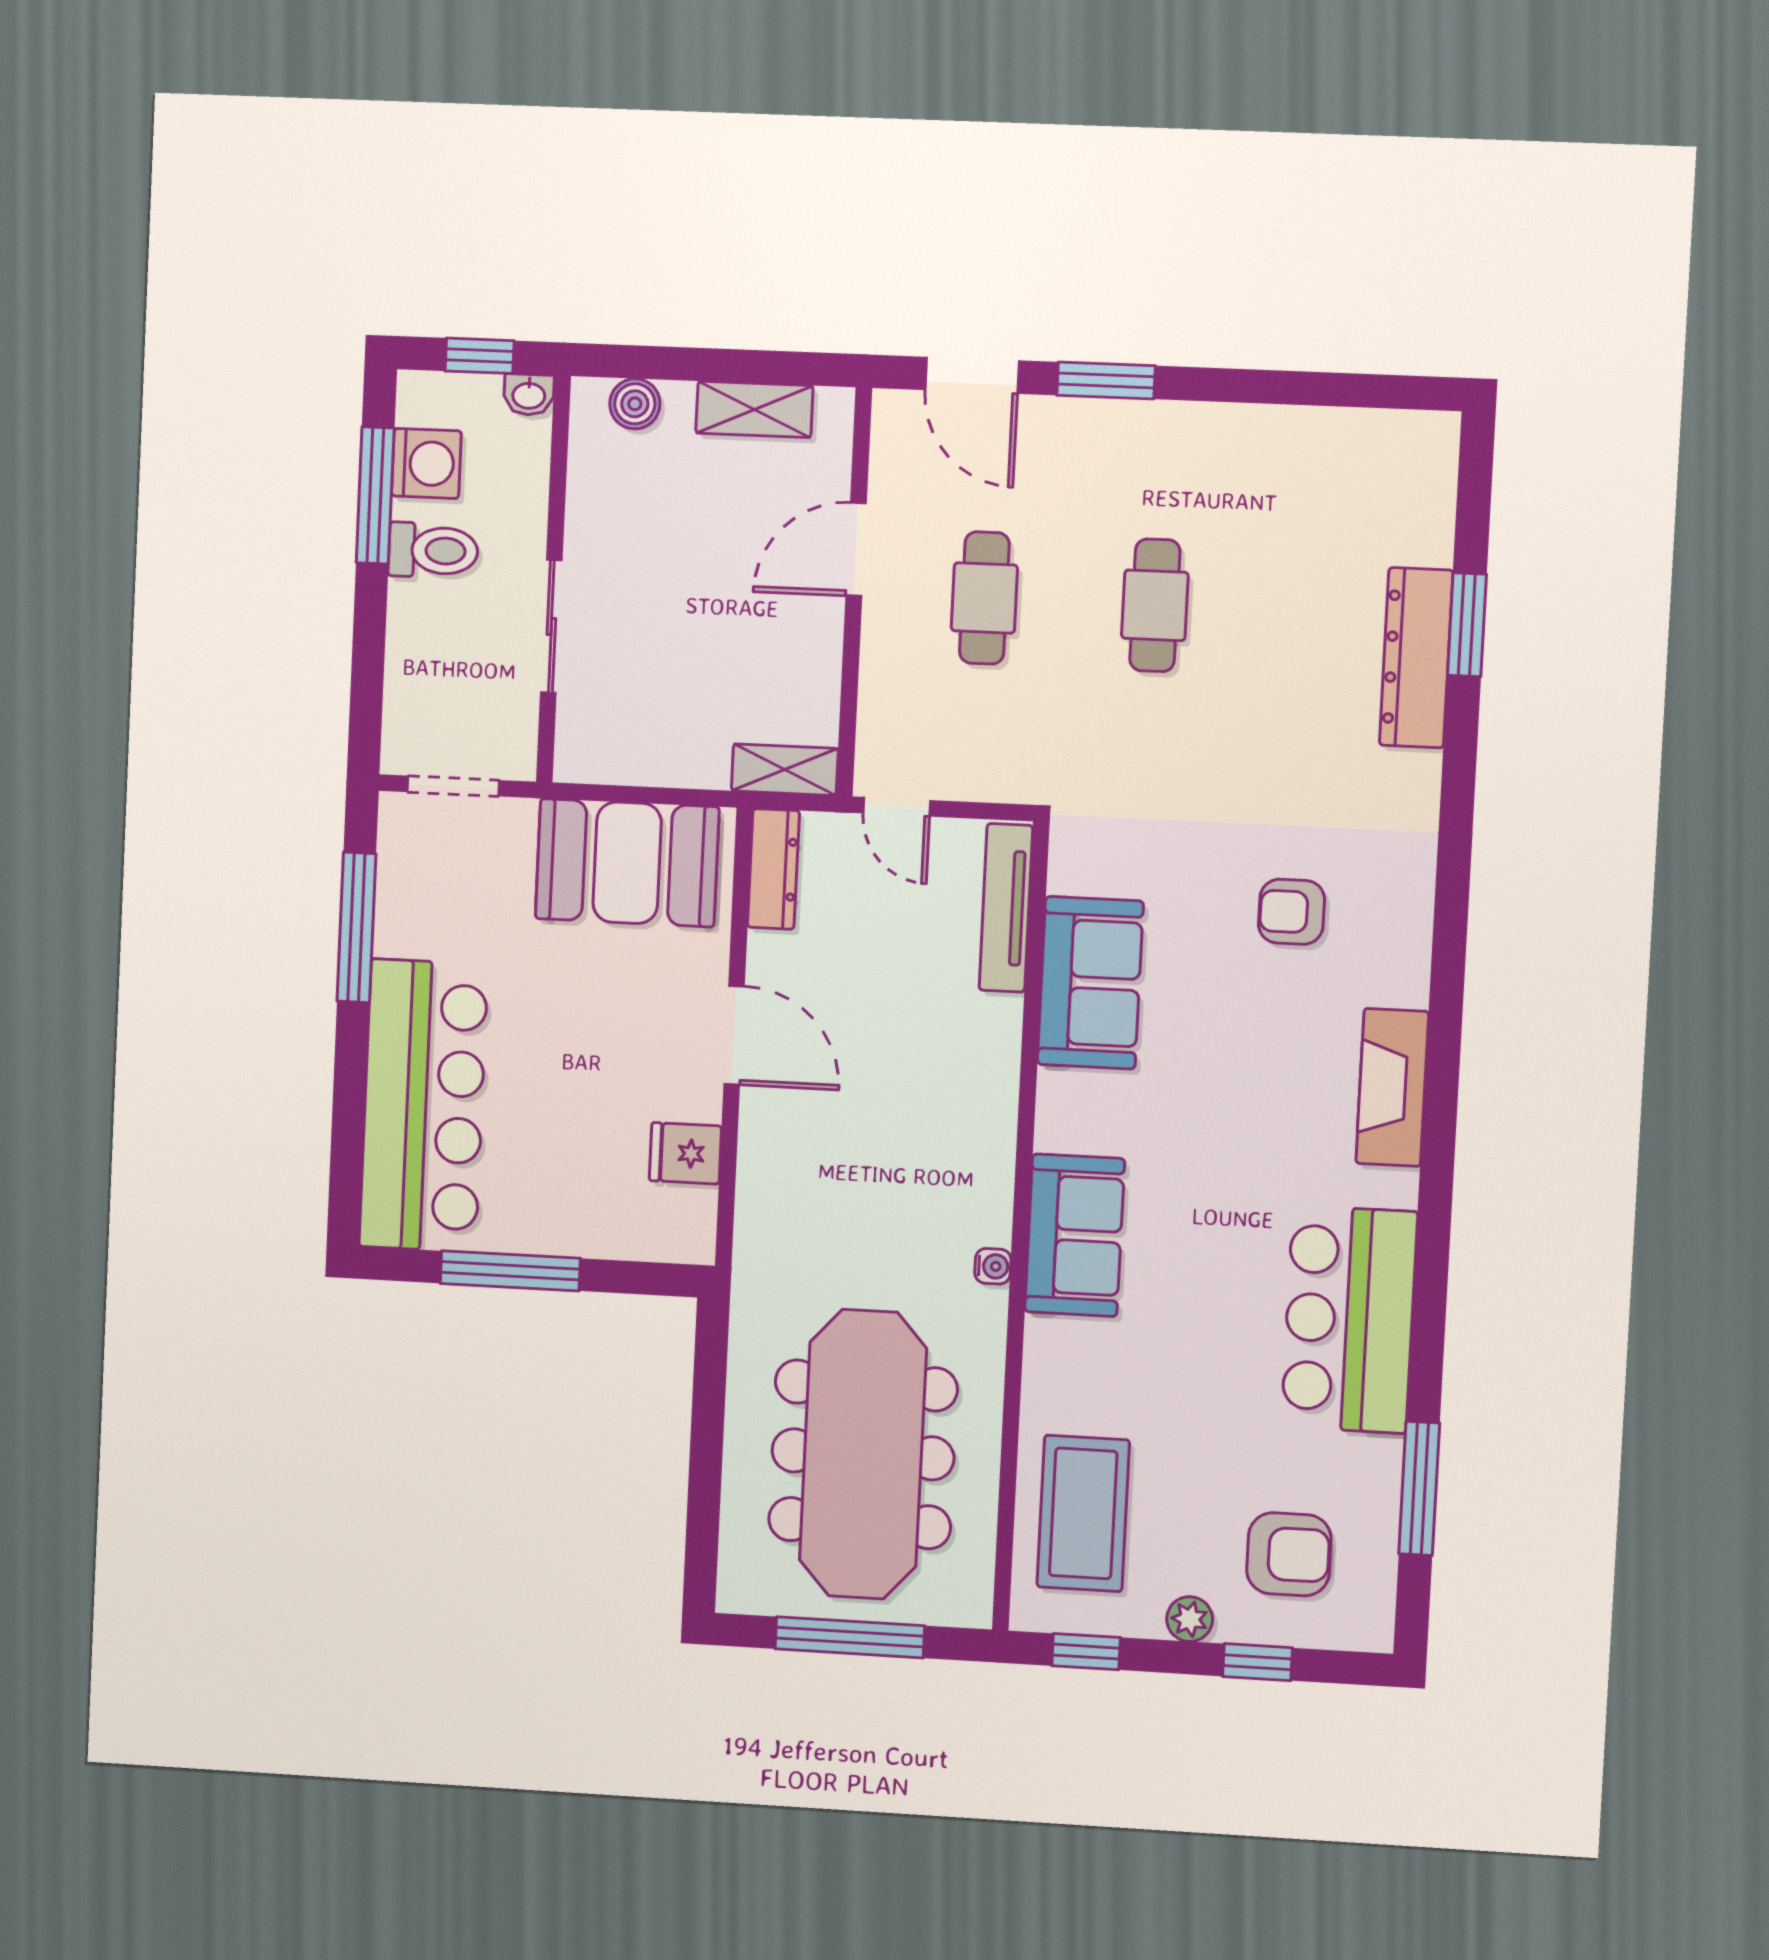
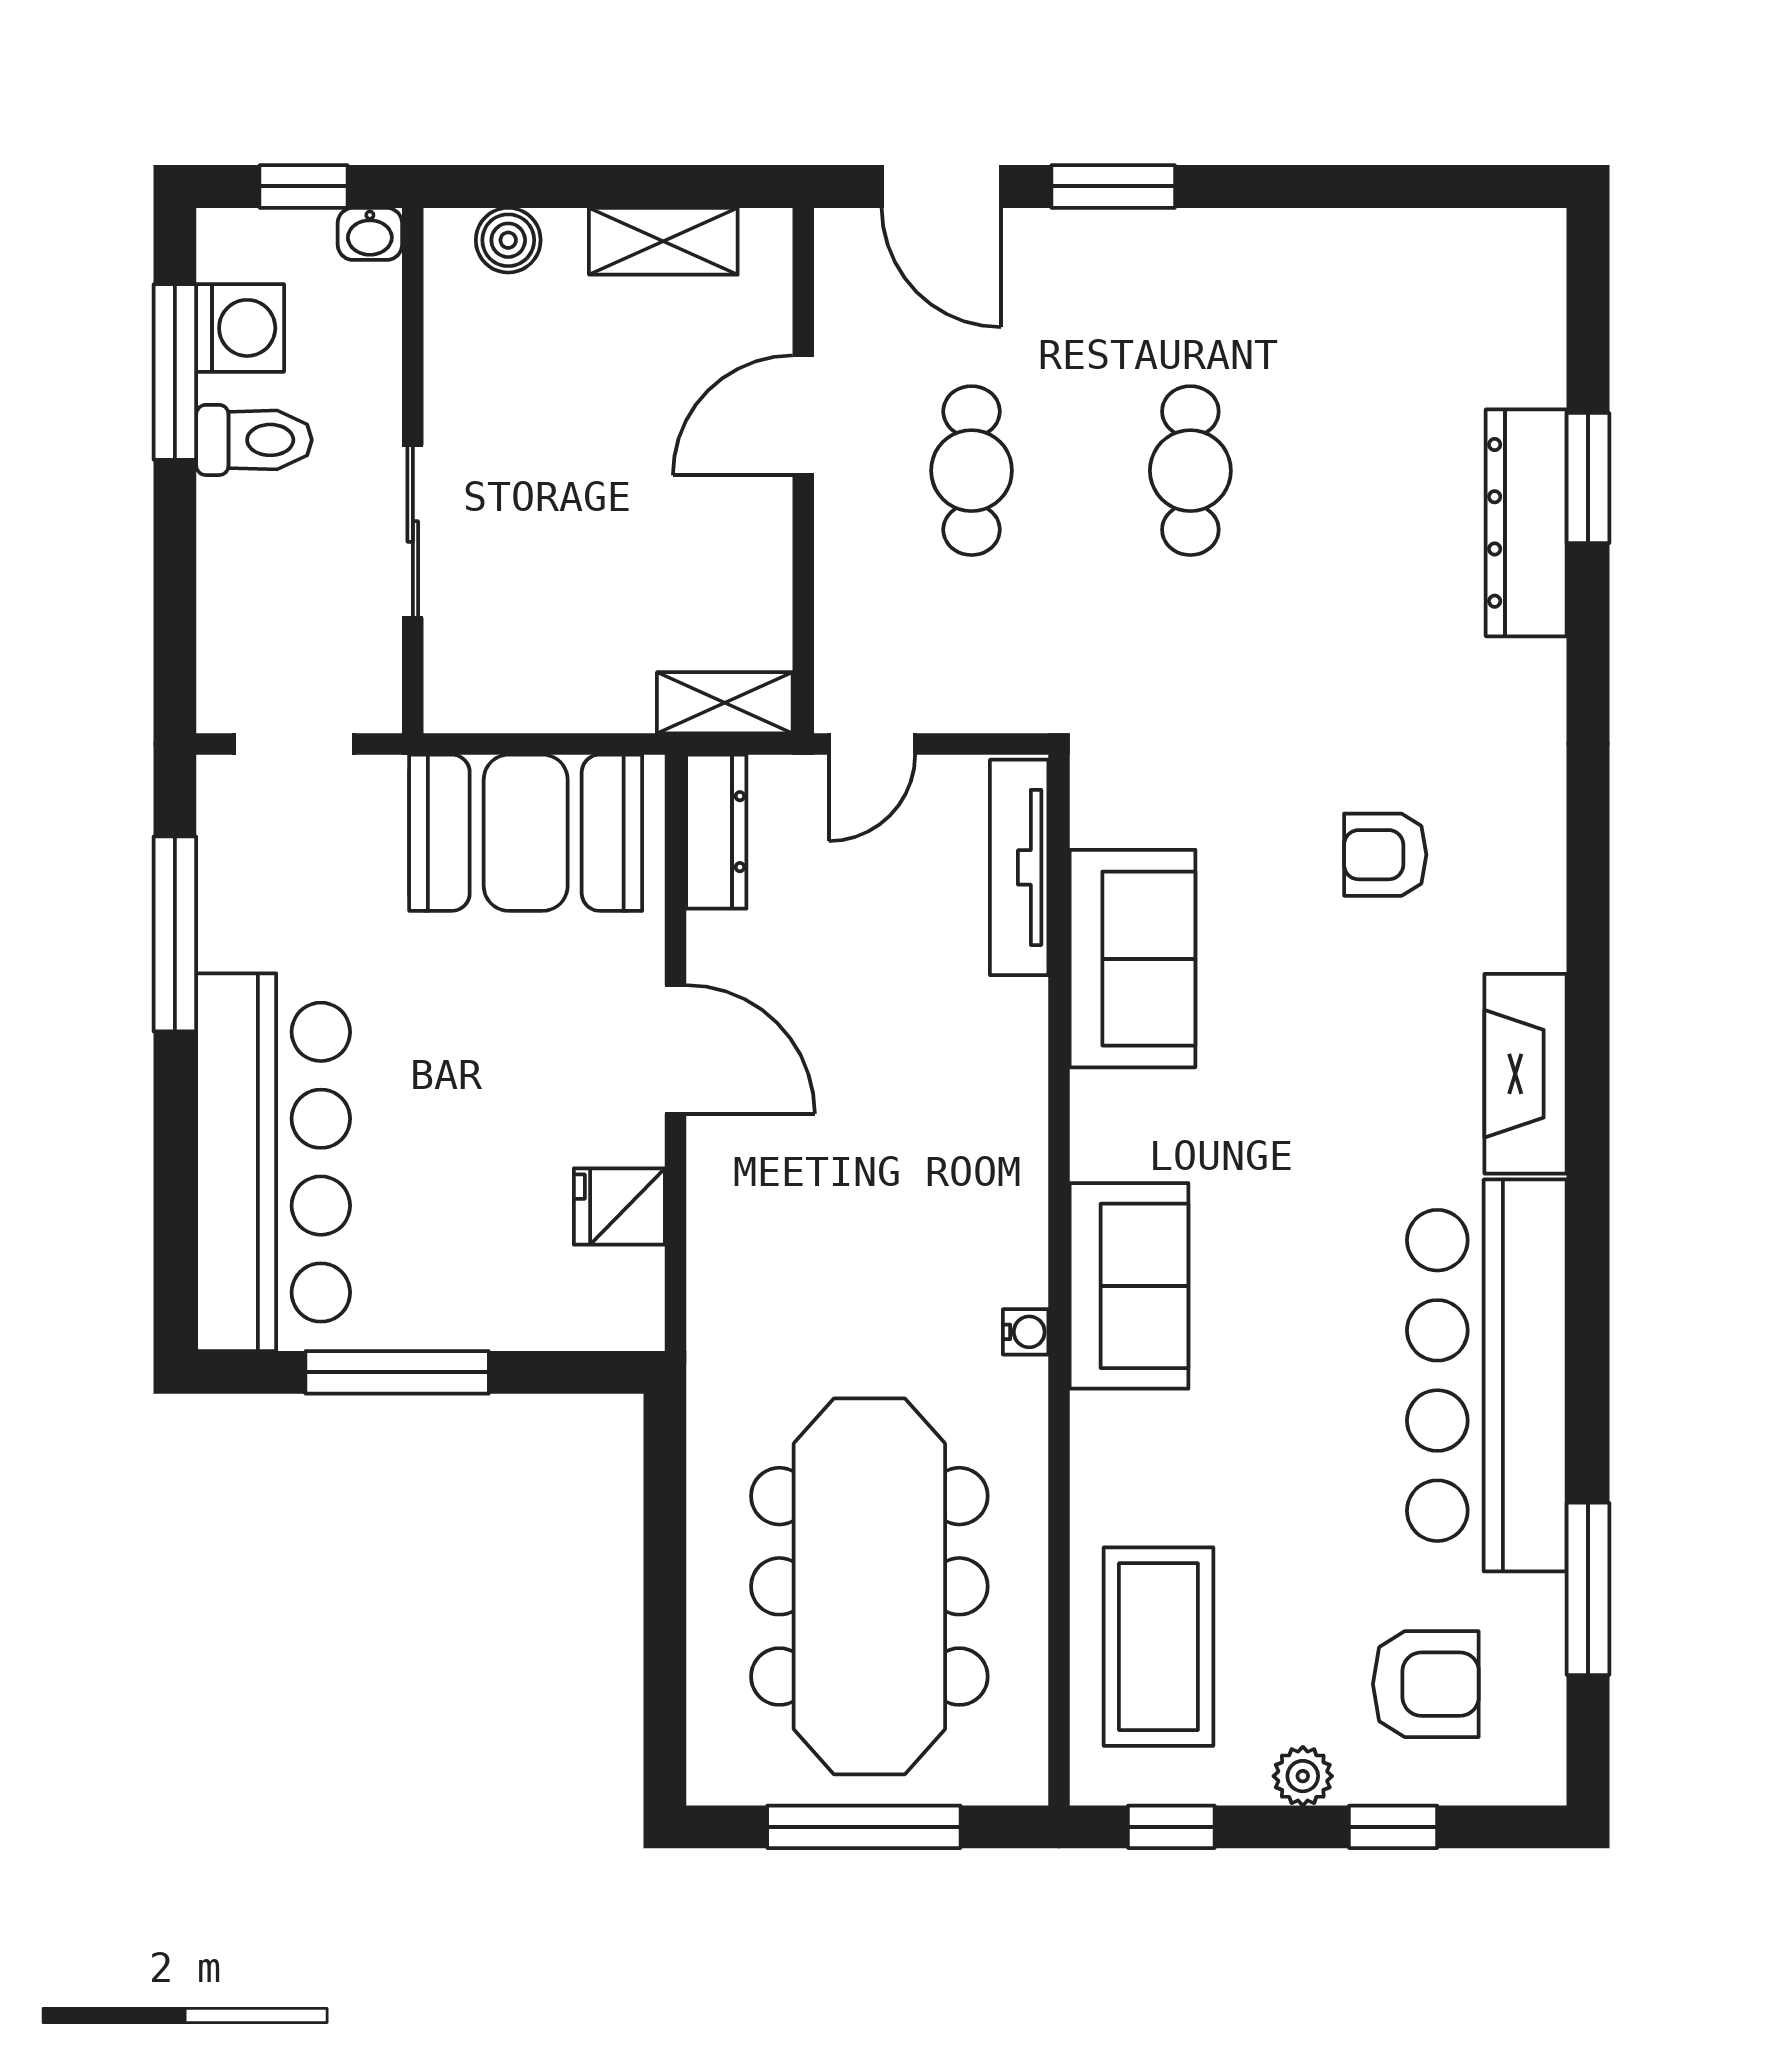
door: (897, 807) -> (872, 744), hinge flipped
bar counter: (1349, 1319) -> (1487, 1375), width x1.36

